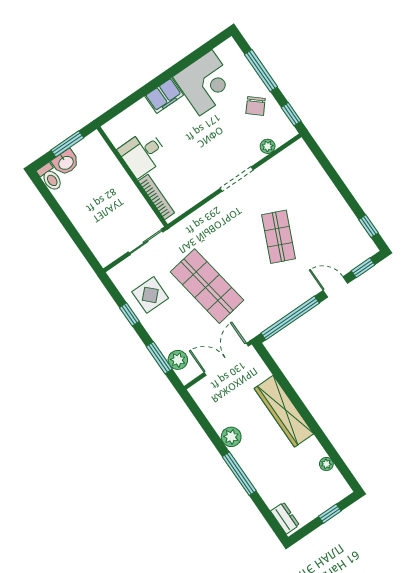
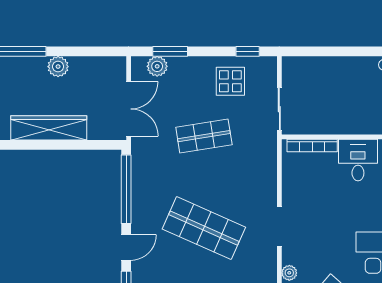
shop shelf: (279, 237) -> (204, 228), width x1.43, depth x1.36
shop shelf: (207, 286) -> (204, 136), width x0.70, depth x0.74
window: (129, 314) -> (248, 51), moved

